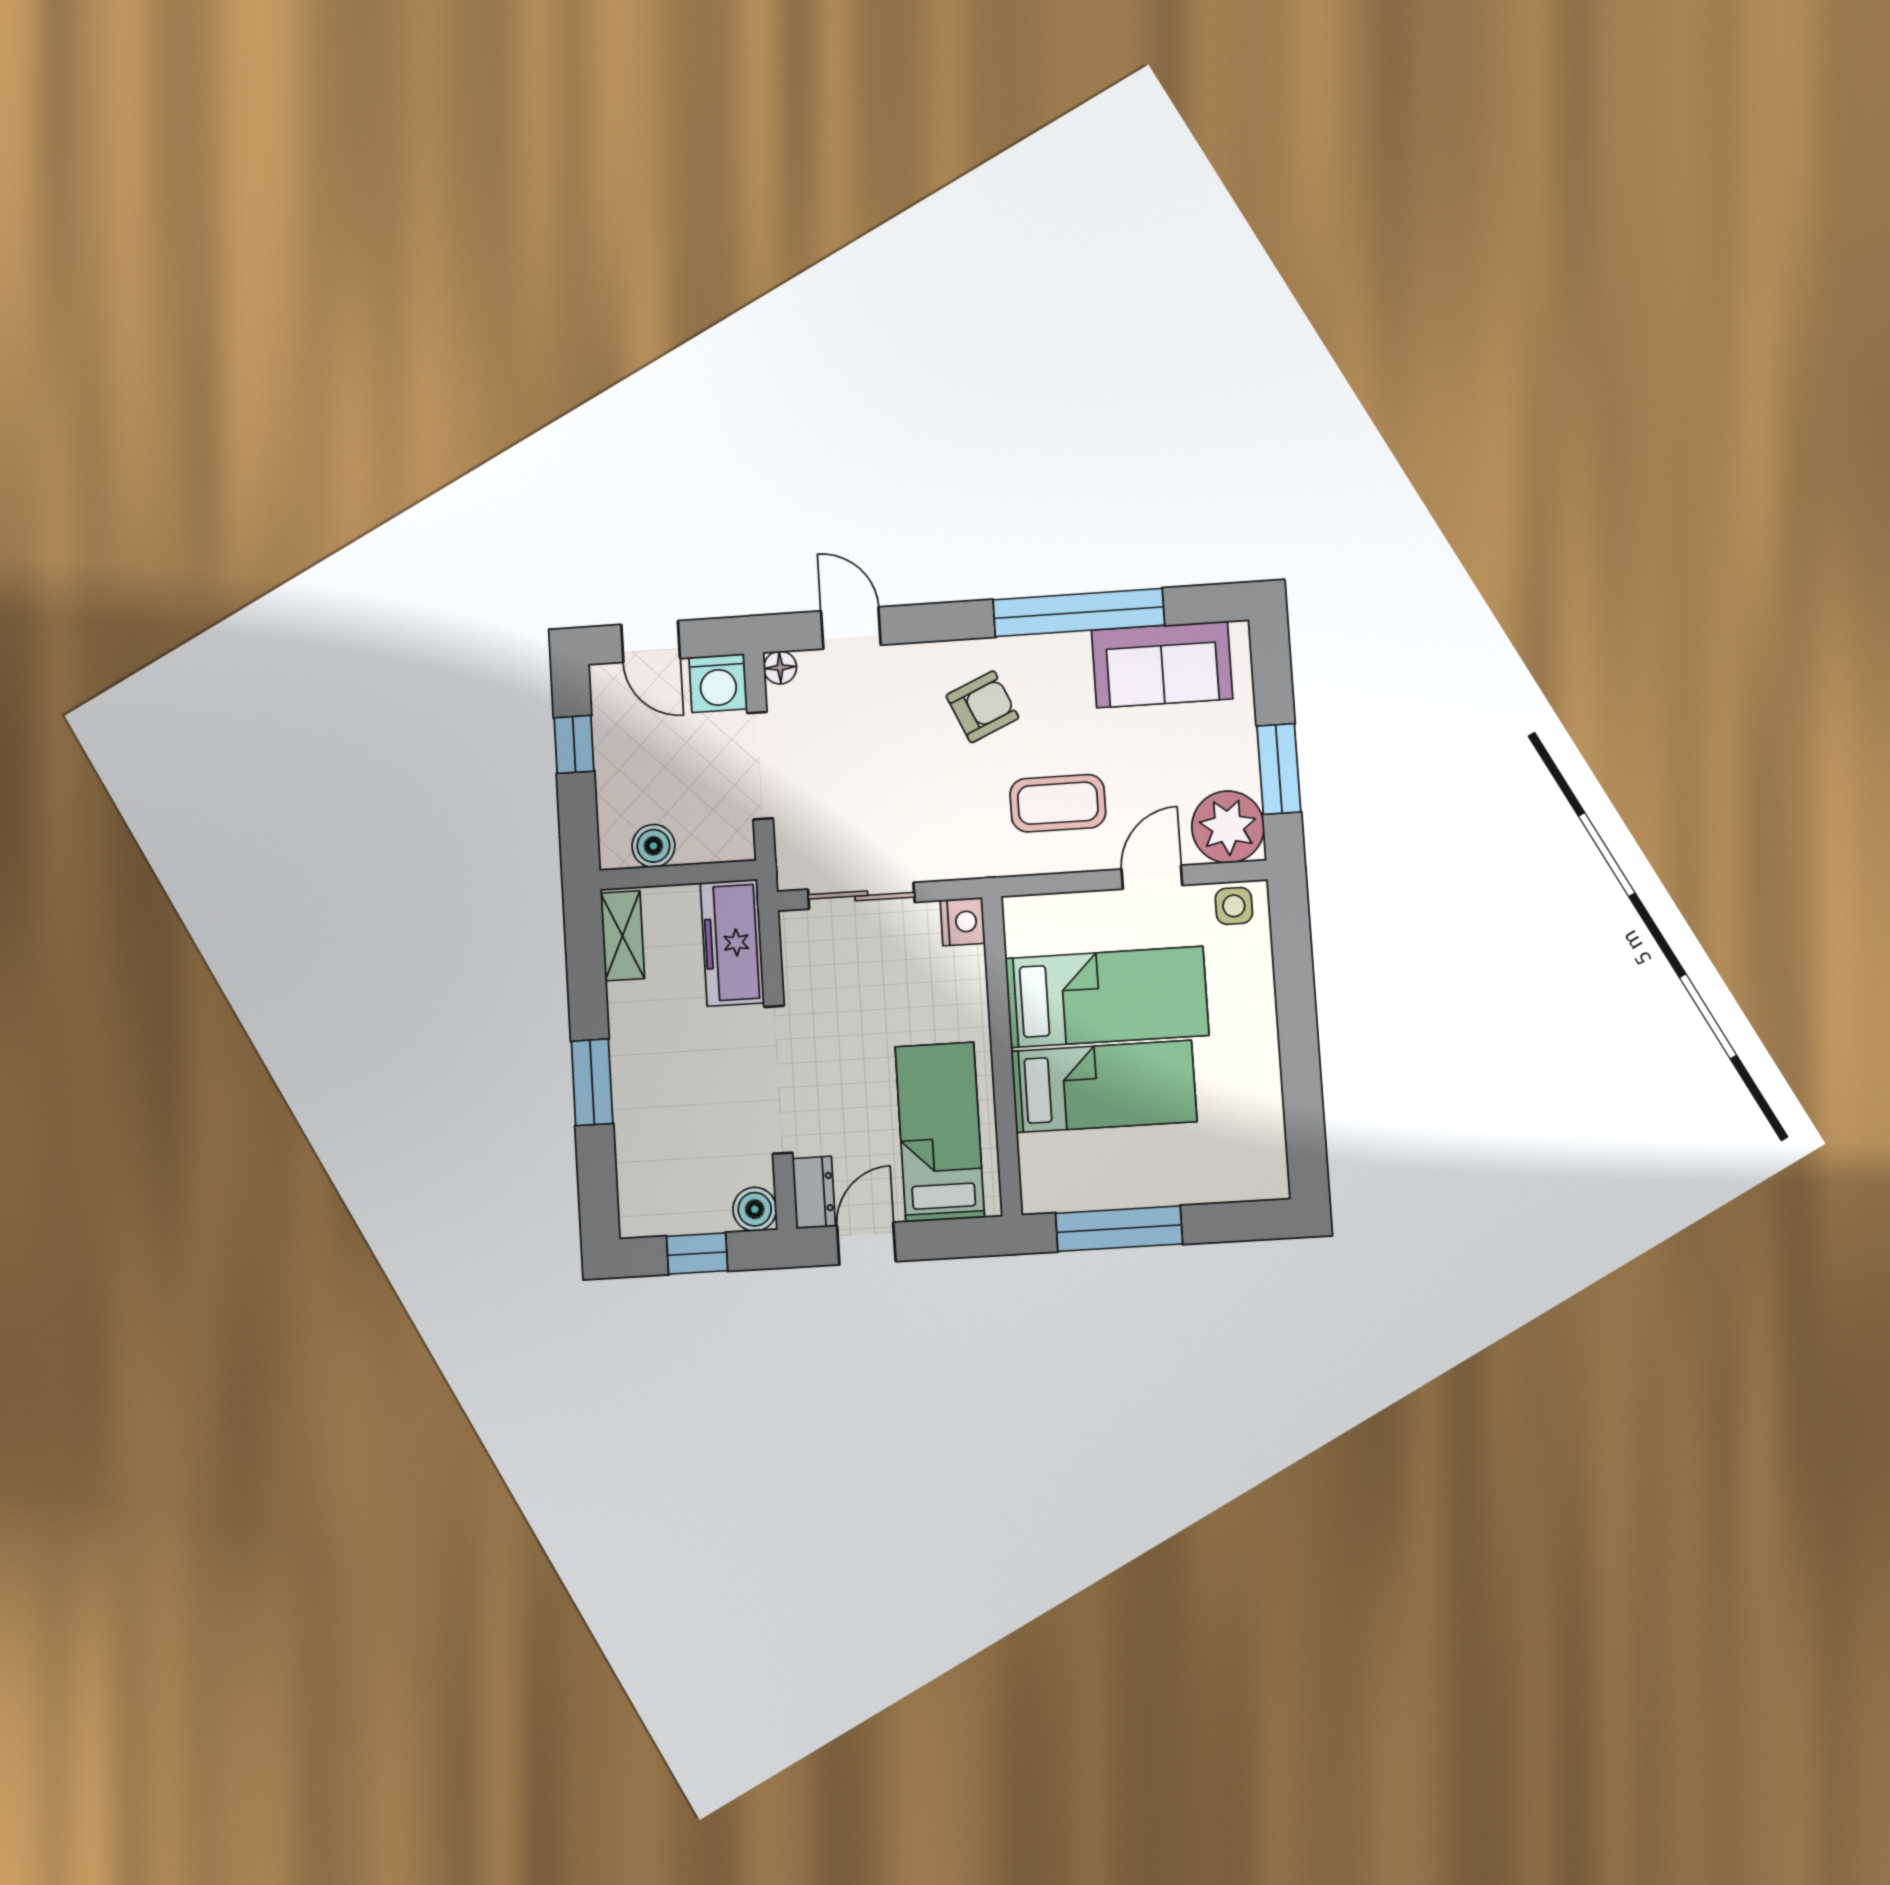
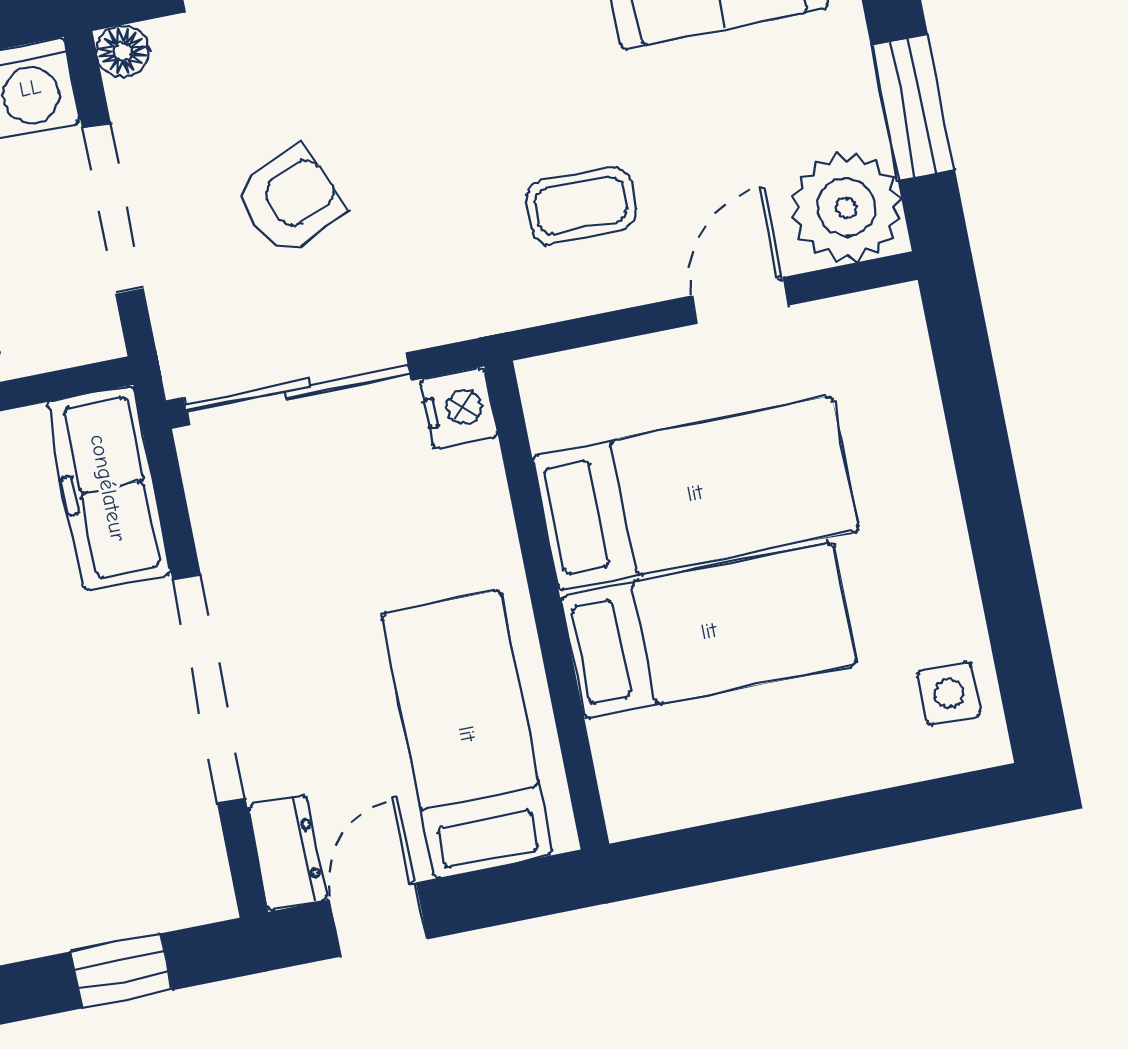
armchair: (982, 707) -> (290, 200), moved
coffee table: (1058, 803) -> (581, 206), width x0.73, depth x0.77
sliding door: (861, 896) -> (297, 389), width x1.37
side table: (1234, 906) -> (949, 693), moved
boiler: (755, 1209) -> (200, 891), removed
window: (1119, 1229) -> (760, 843), removed

